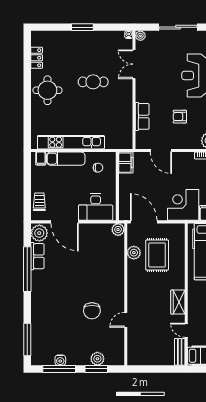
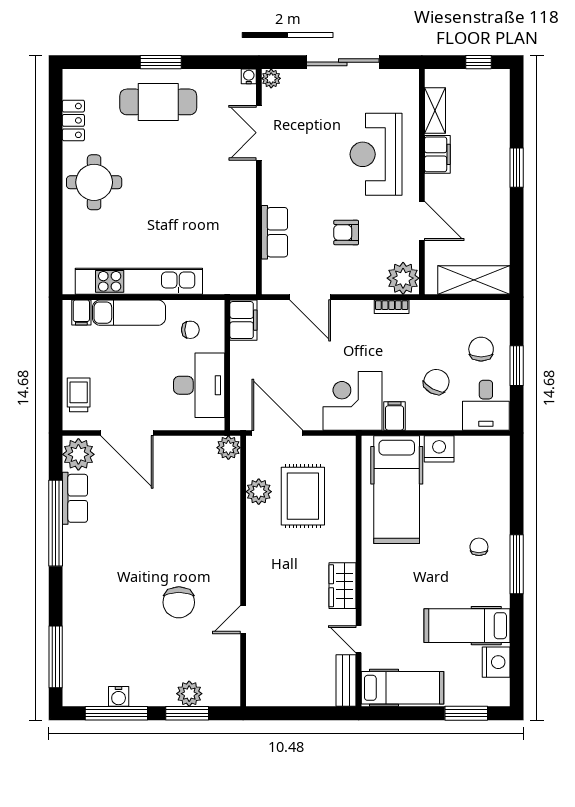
cafe table: (93, 82) -> (158, 102), moved, width x1.37, depth x1.35
desk: (96, 207) -> (199, 385), moved, turned -90

